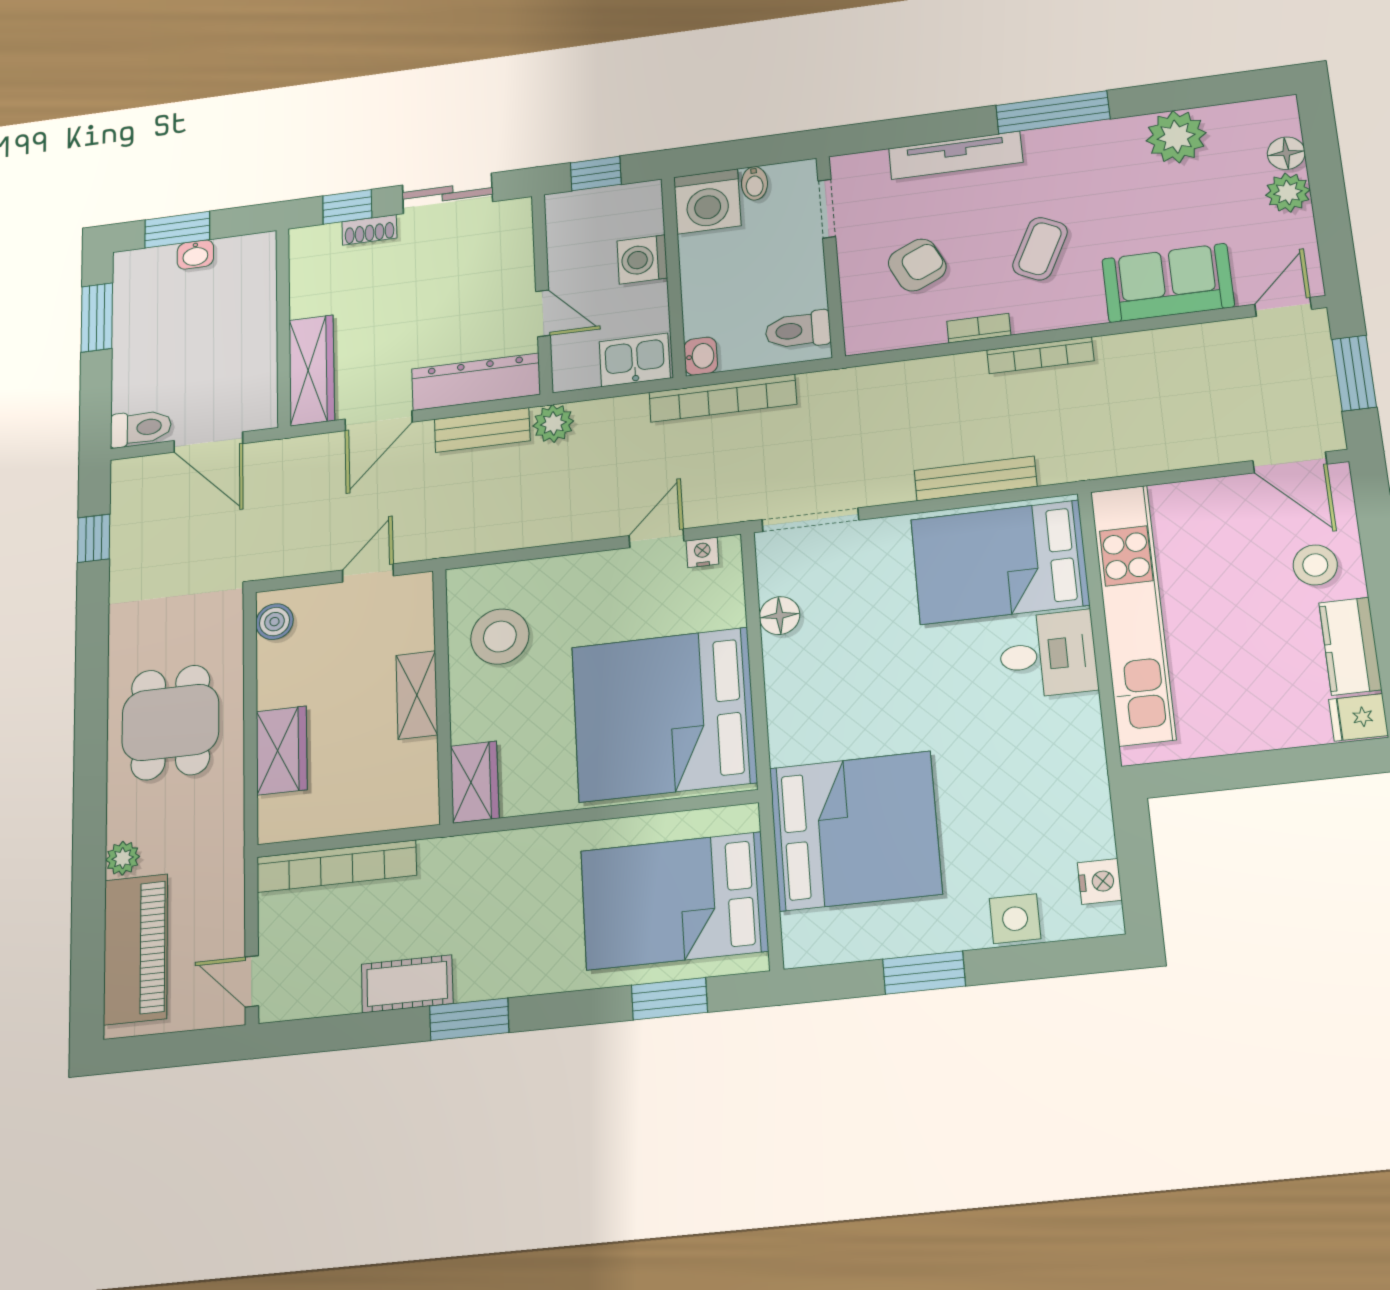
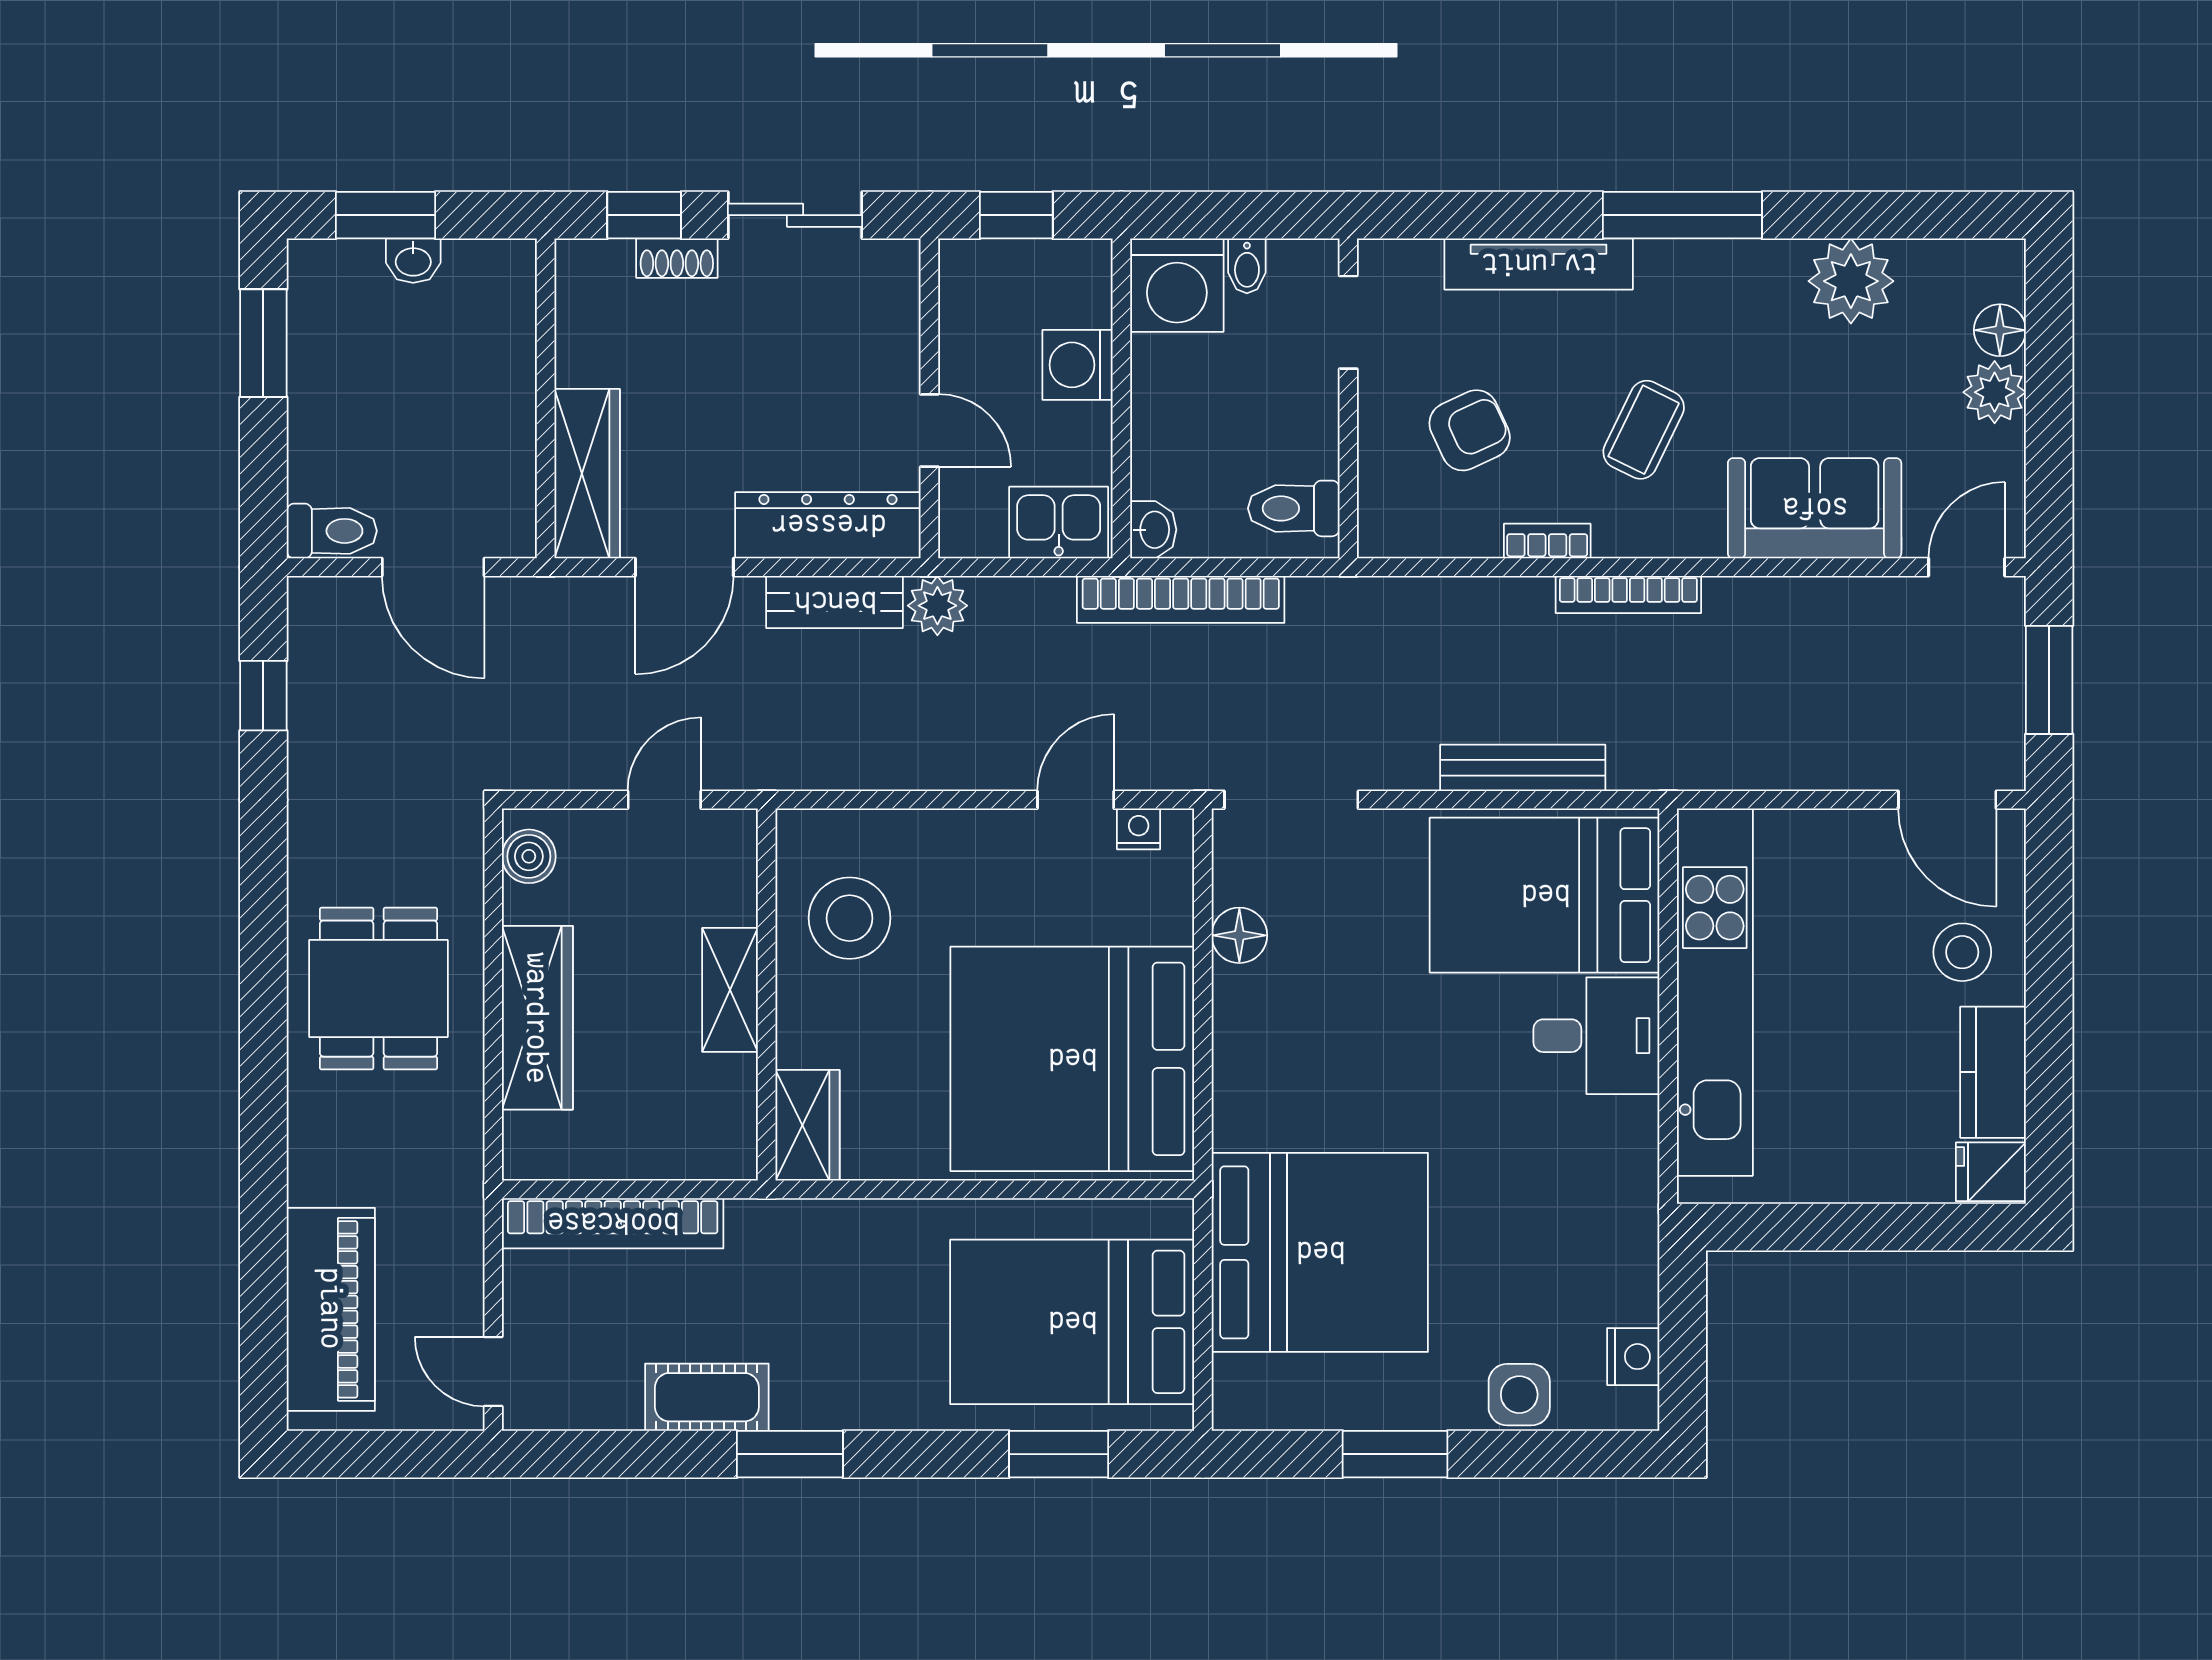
wardrobe: (282, 750) -> (537, 1018), width x1.50
plant: (123, 858) -> (311, 1179), removed

